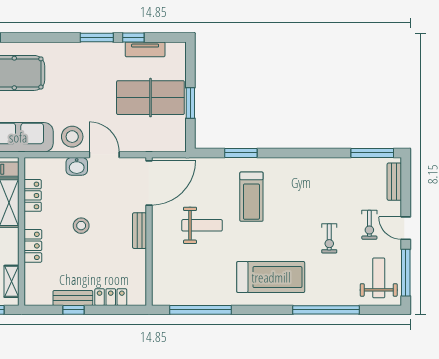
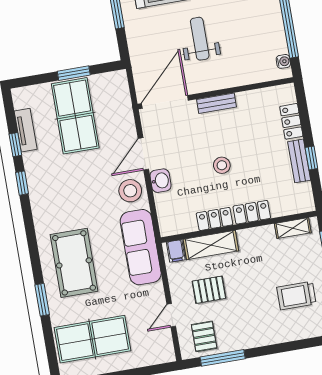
window: (97, 37) -> (22, 183), width x0.67
door: (149, 183) -> (165, 102), hinge flipped
locker: (33, 195) -> (214, 219), moved
water cooler: (168, 299) -> (283, 61), added

